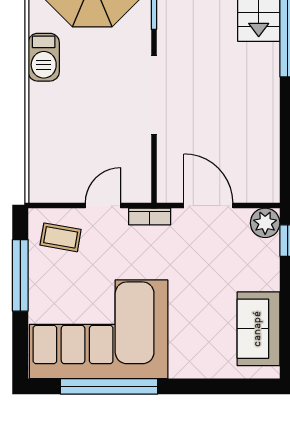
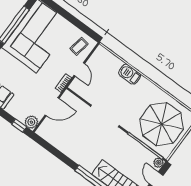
barbecue: (44, 57) -> (130, 74), moved
window: (20, 275) -> (76, 22), removed

